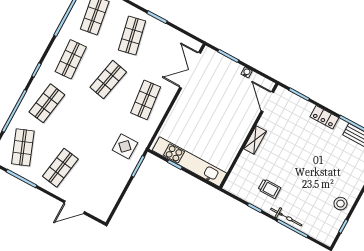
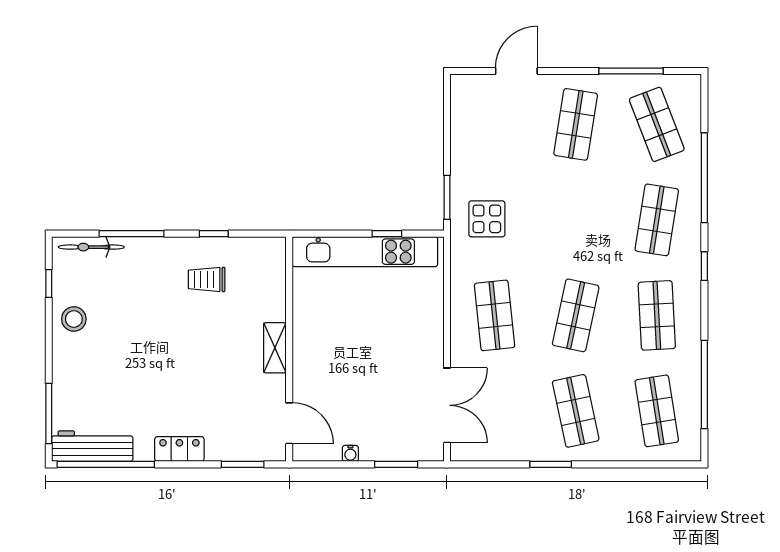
bicycle: (286, 217) -> (91, 247), moved

